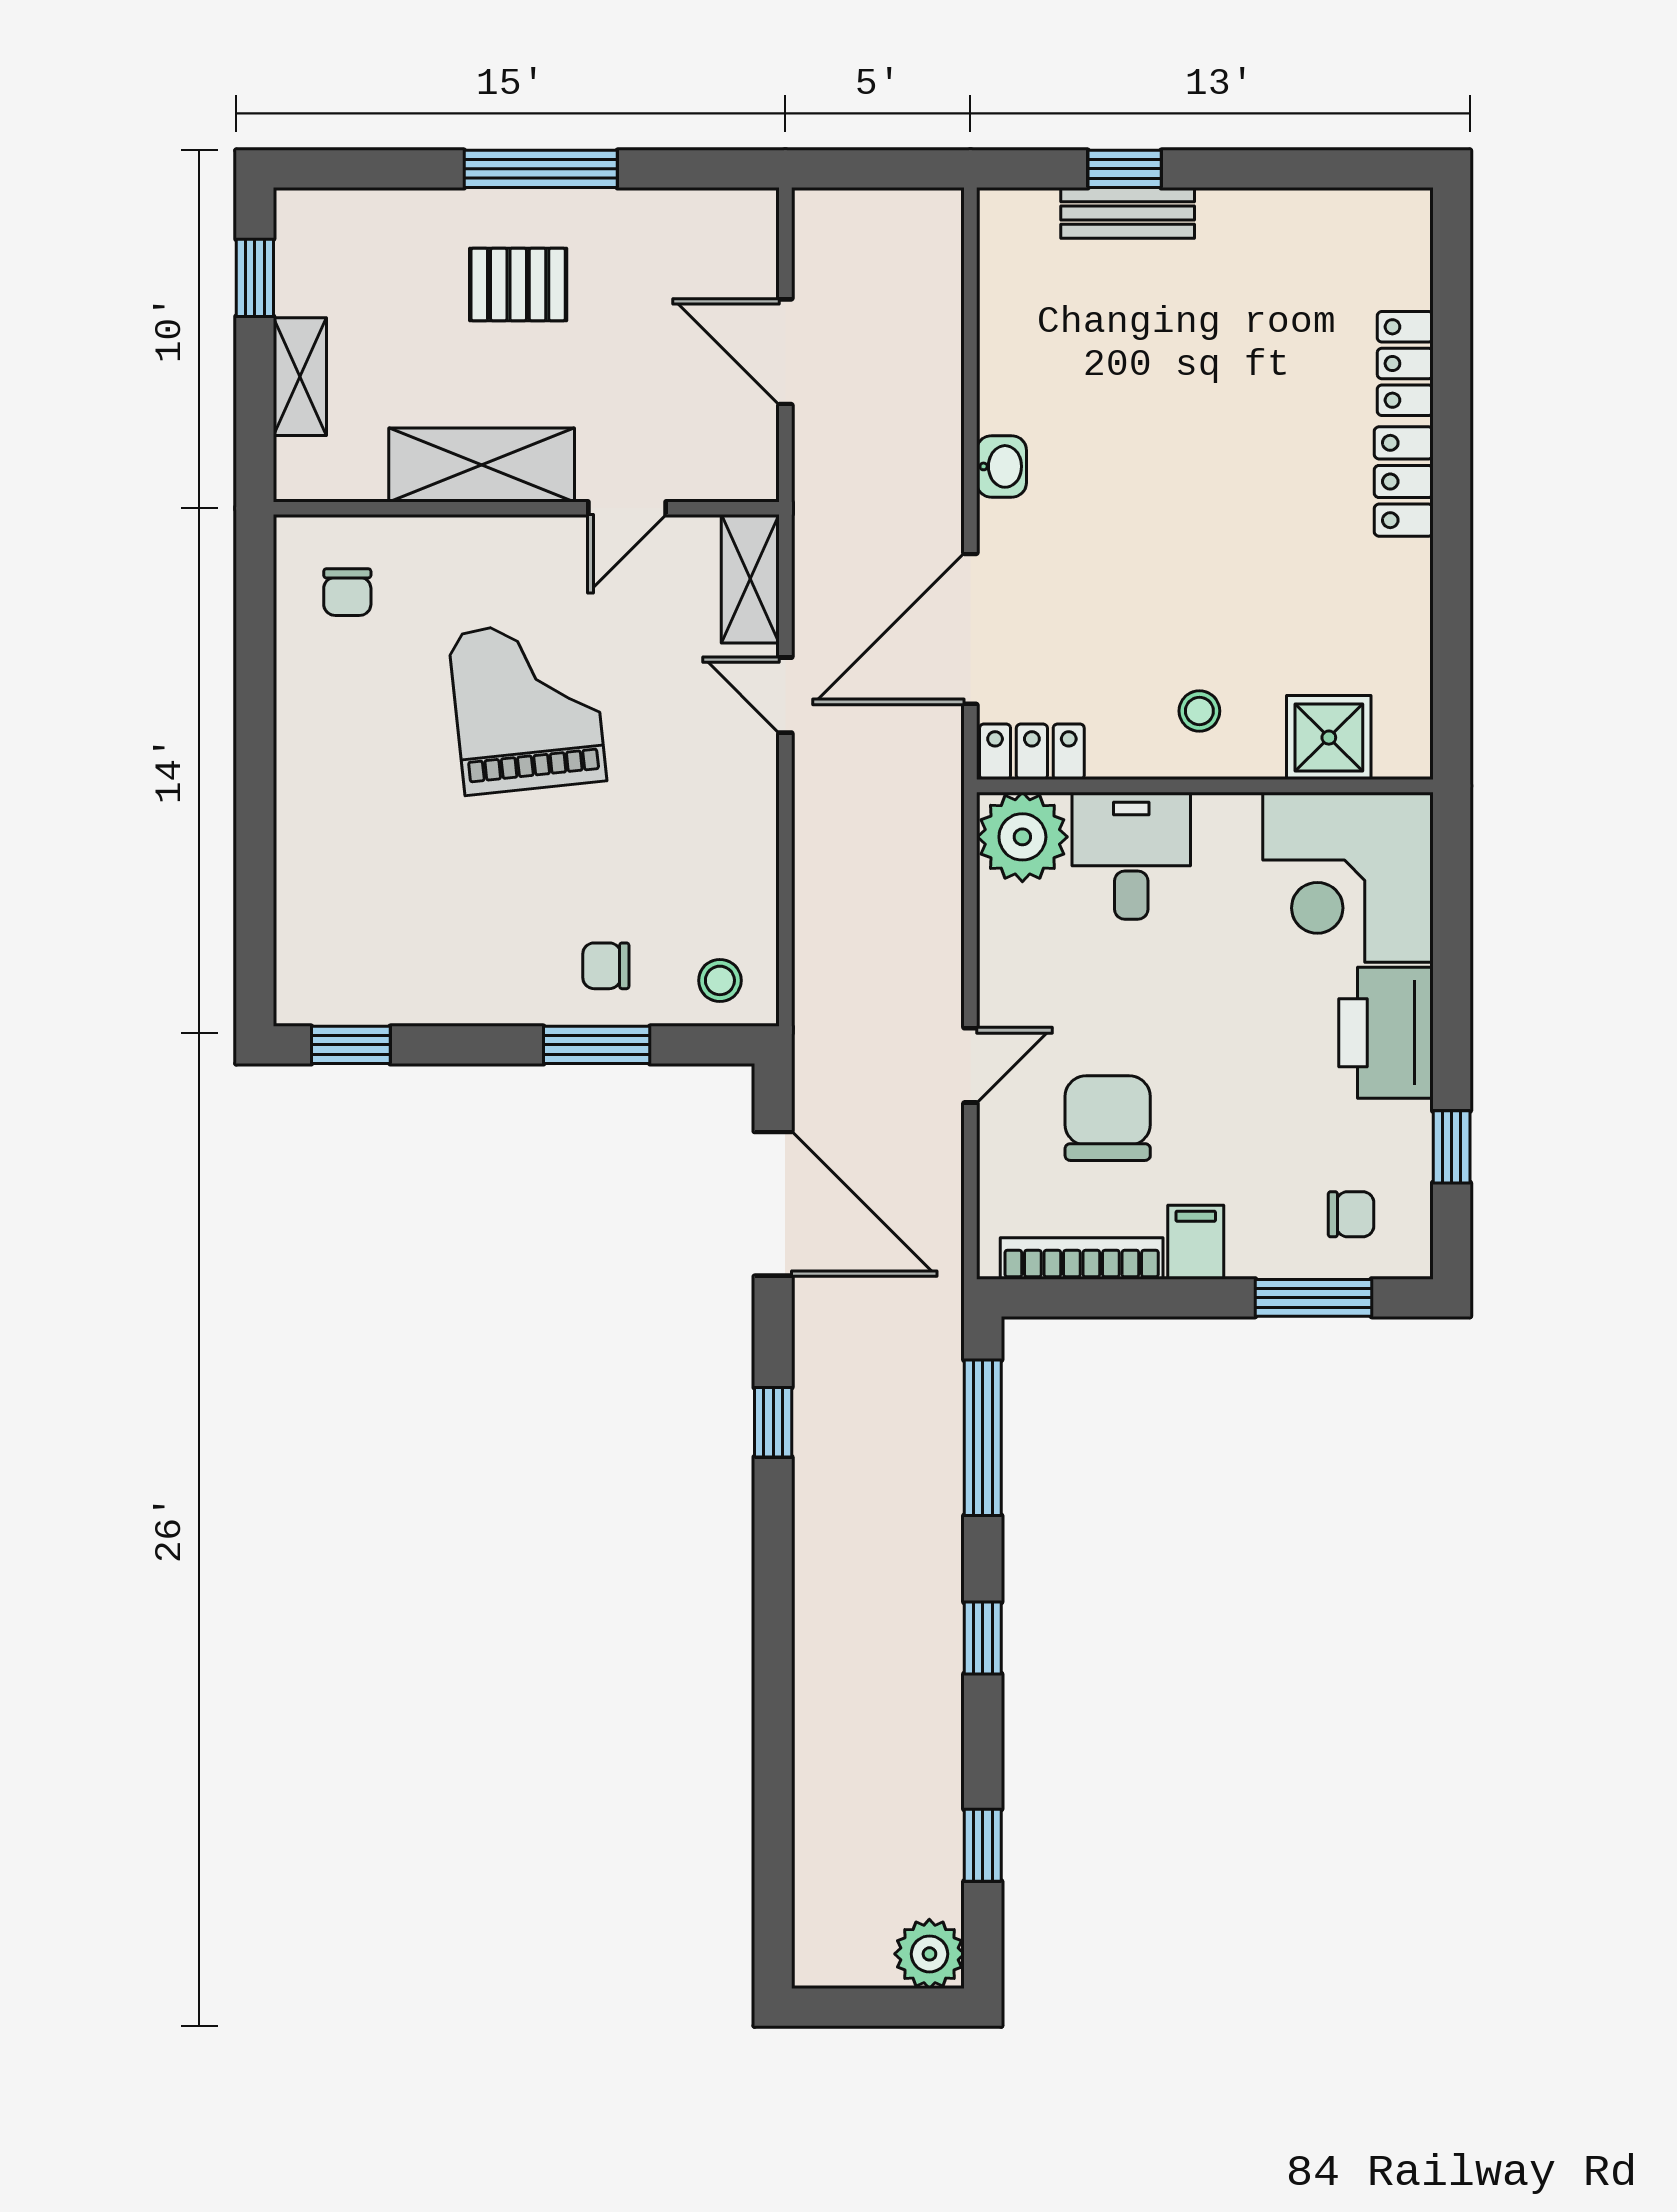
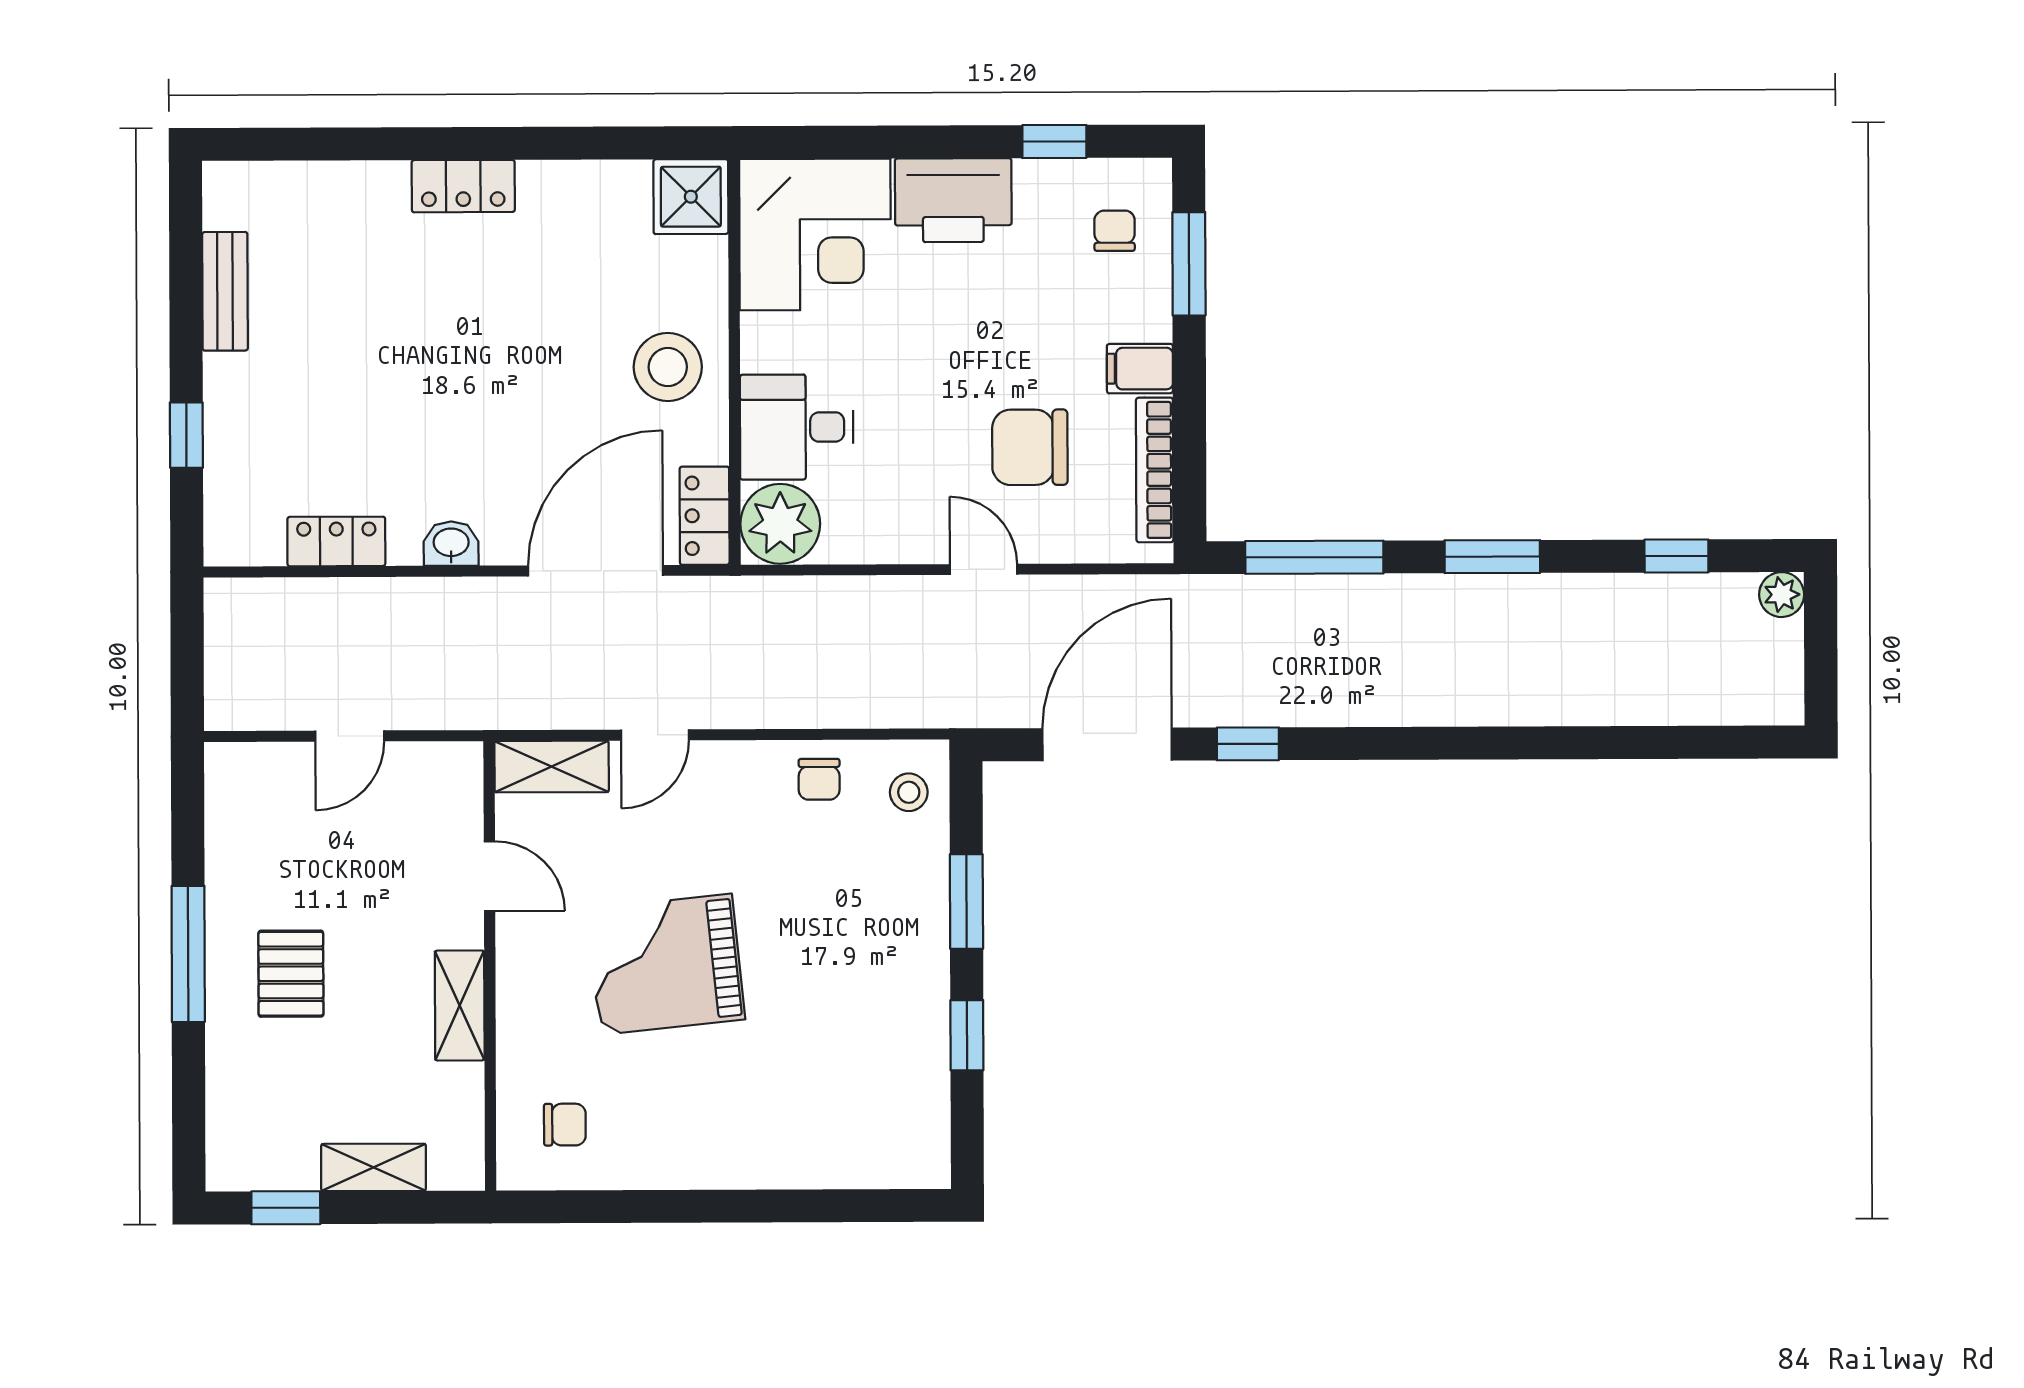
bench: (1128, 213) -> (225, 291), moved
door: (785, 352) -> (350, 736), width x0.73
locker: (1405, 364) -> (336, 541), moved, turned 180
shelving: (482, 465) -> (460, 1005), width x0.67, depth x0.75
door: (970, 629) -> (596, 571), swing flipped
stool: (1199, 711) -> (668, 367), width x1.89, depth x1.89
shower: (1329, 738) -> (691, 197), moved
chair: (606, 966) -> (819, 779), moved
window: (351, 1045) -> (967, 1035), moved
window: (773, 1422) -> (1248, 744), moved
window: (983, 1638) -> (1492, 557), width x1.50
plant: (929, 1954) -> (1782, 595), width x0.73, depth x0.73

